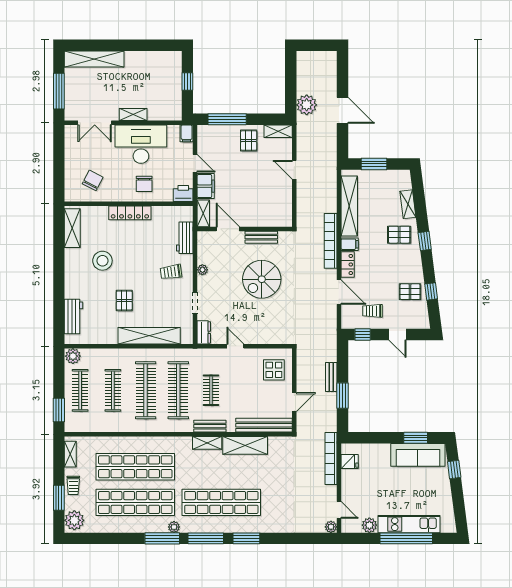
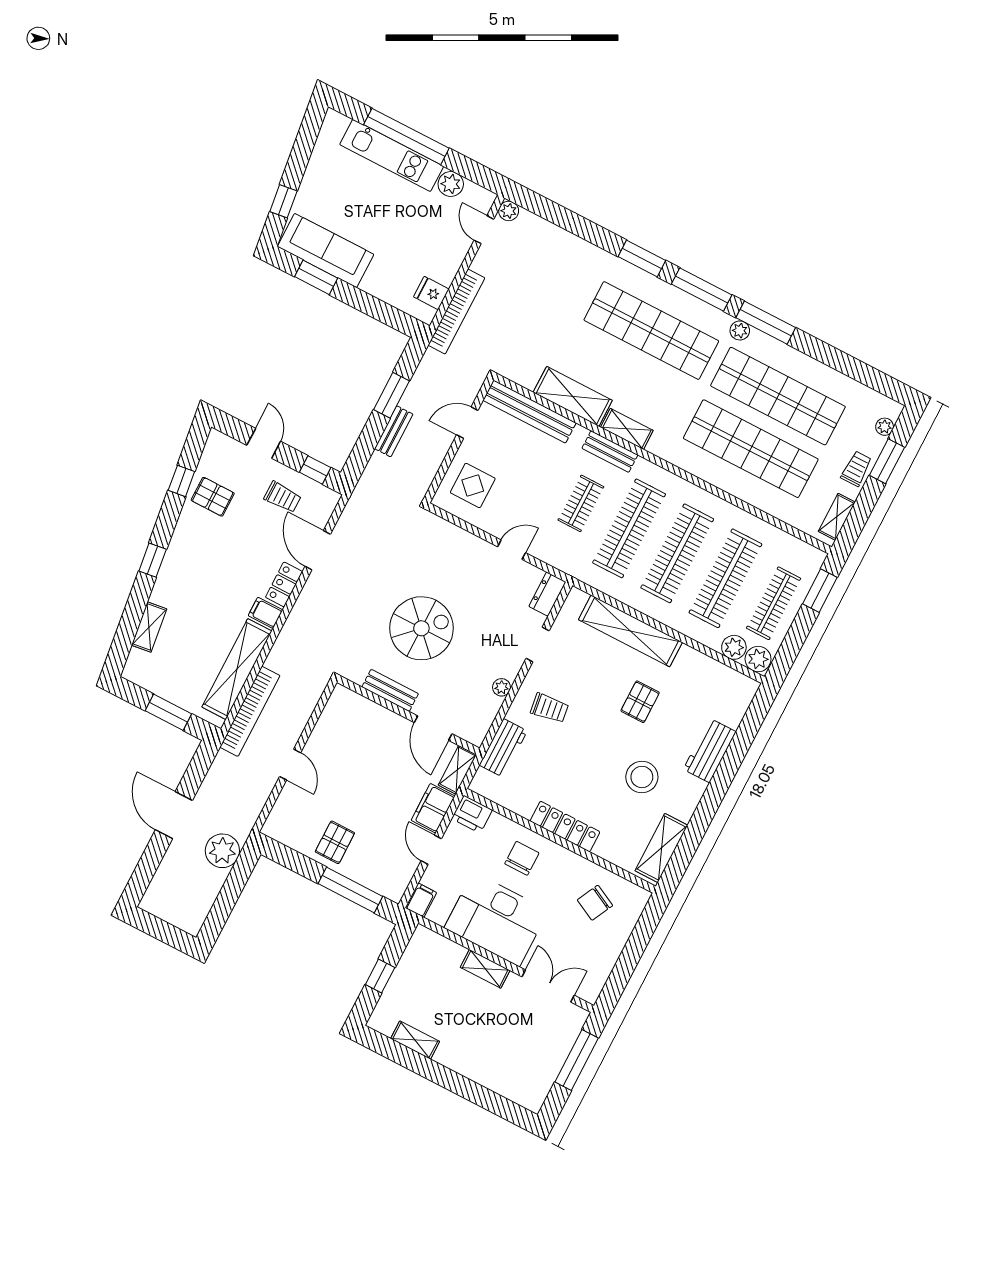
shelving: (94, 59) -> (415, 1040), moved, width x0.45, depth x0.75
shelving: (278, 131) -> (284, 834), removed
pallet: (399, 235) -> (185, 589), removed
bookcase: (331, 241) -> (250, 711), moved
workbench: (73, 316) -> (710, 751), moved
door: (235, 346) -> (512, 550), swing flipped
plant: (89, 356) -> (734, 647), added
clothes rail: (113, 390) -> (725, 578), width x1.37, depth x1.31
plant: (74, 520) -> (885, 427), width x0.53, depth x0.53

